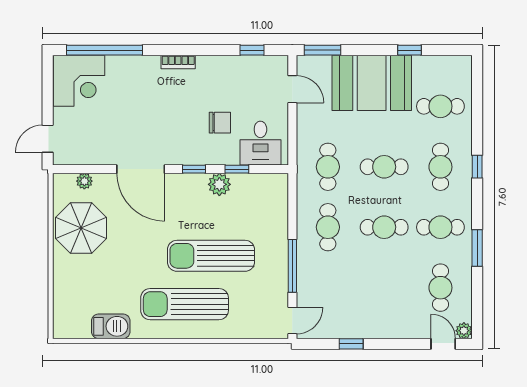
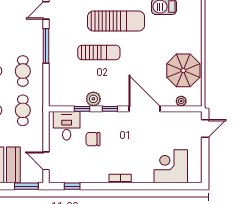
window: (105, 50) -> (168, 186), removed
corner desk: (79, 81) -> (171, 166), moved
sun lounger: (211, 256) -> (99, 52), width x0.73, depth x0.75

